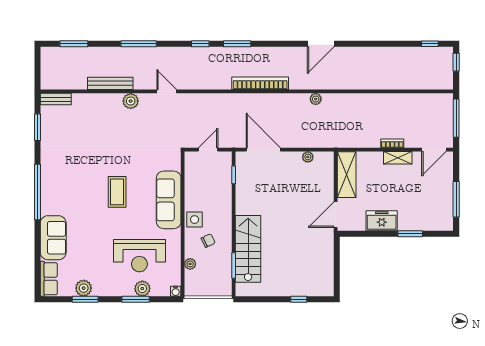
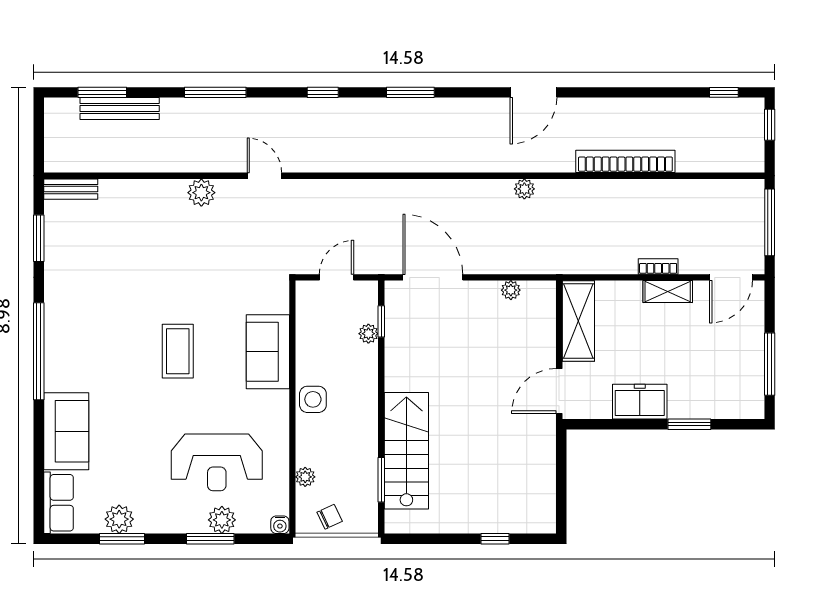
window: (237, 44) -> (410, 92), moved
bench: (110, 83) -> (120, 109), moved
bookcase: (260, 83) -> (625, 161), moved
plant: (226, 182) -> (368, 334), added
sofa: (169, 200) -> (268, 352), width x0.73
chair: (208, 241) -> (330, 517), moved

